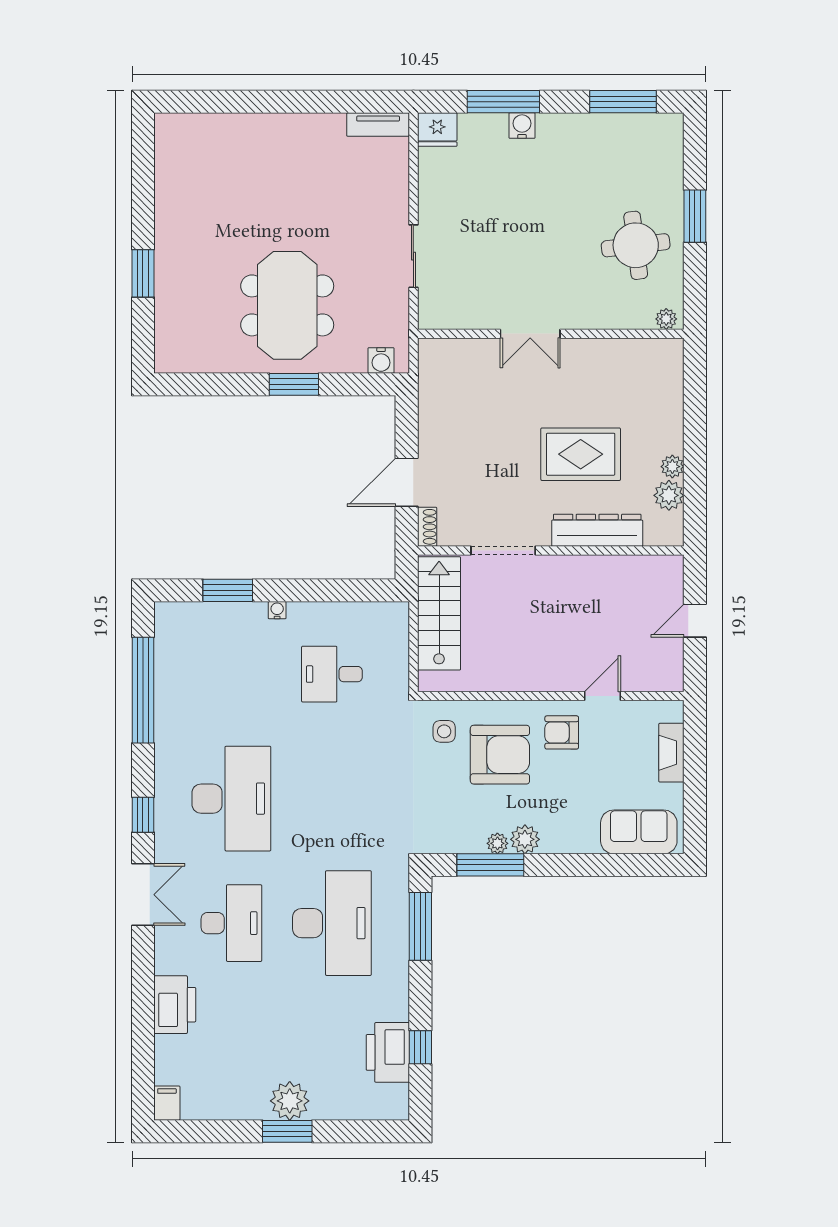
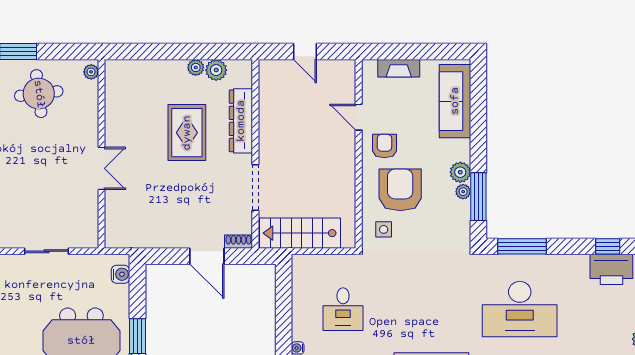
armchair: (562, 732) -> (384, 146), turned 180
sofa: (639, 832) -> (455, 101), width x1.36
desk: (332, 923) -> (520, 309), turned 180

